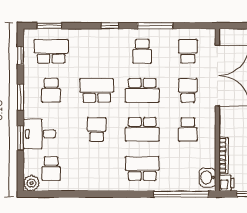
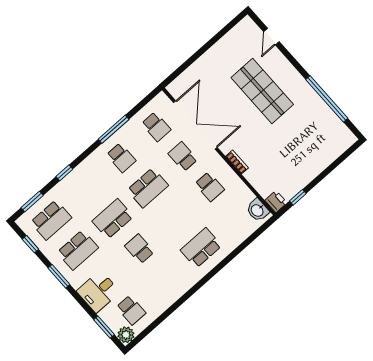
window: (110, 26) -> (64, 173), moved
school desk: (51, 51) -> (51, 220), turned 180
school desk: (188, 51) -> (156, 127), turned 180
school desk: (51, 90) -> (78, 250), width x1.85
school desk: (142, 129) -> (174, 218), removed
window: (20, 138) -> (104, 327), moved
bookcase: (224, 155) -> (237, 162), moved, width x0.64
window: (181, 194) -> (249, 241), removed

